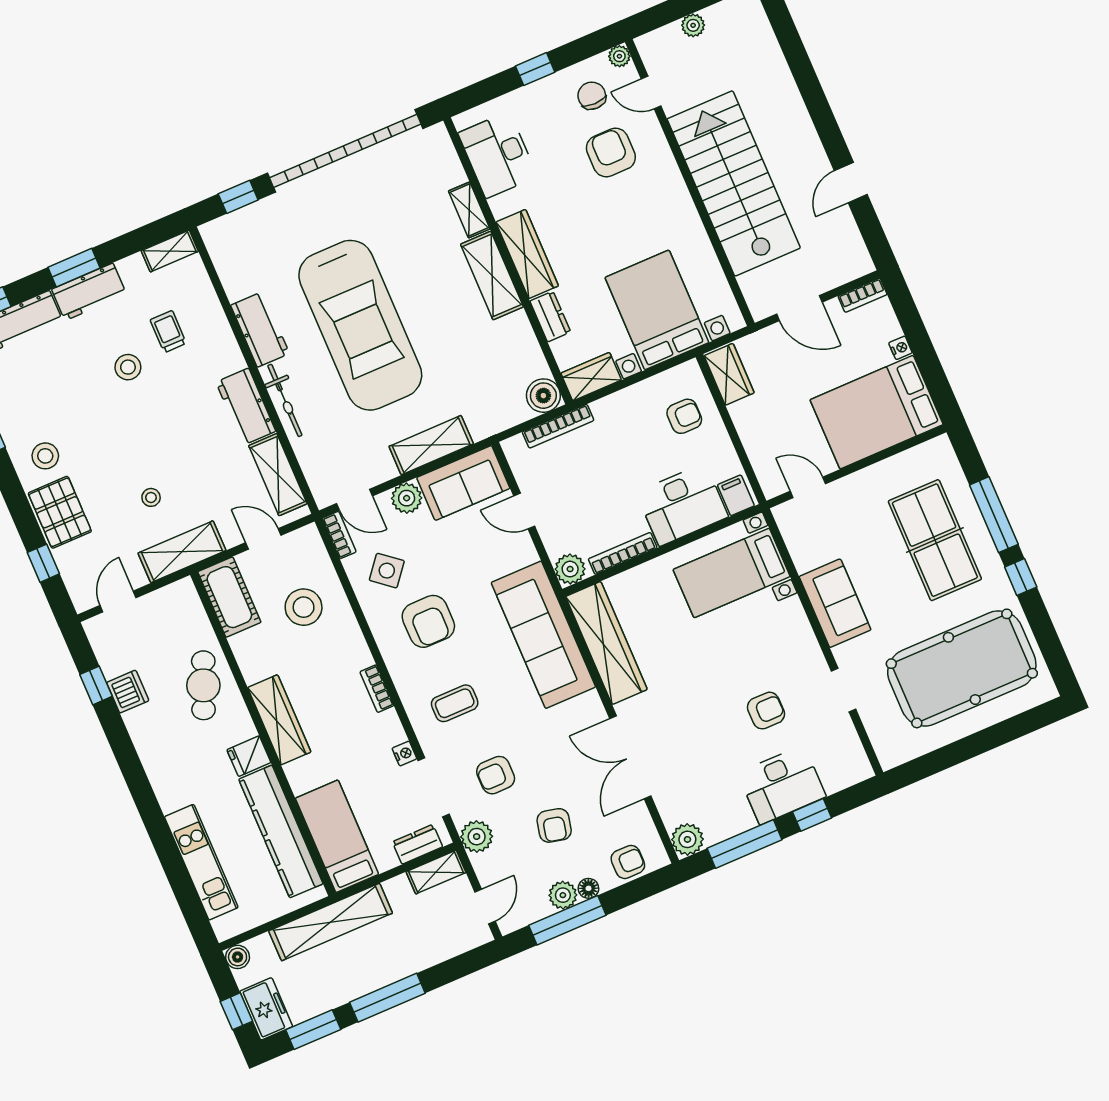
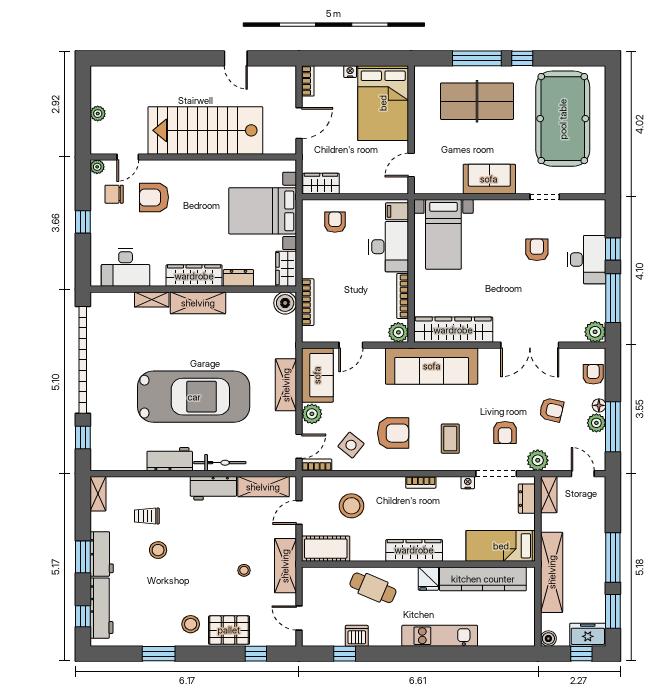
kitchen unit: (201, 862) -> (440, 636), moved

